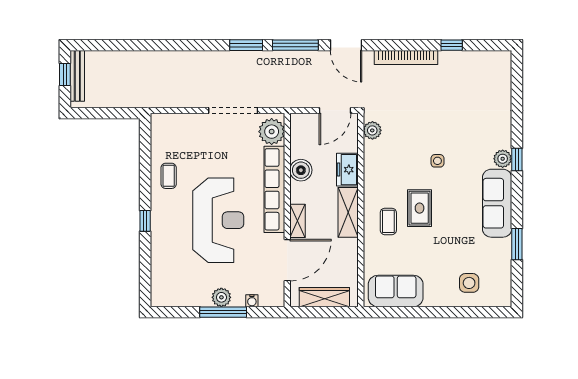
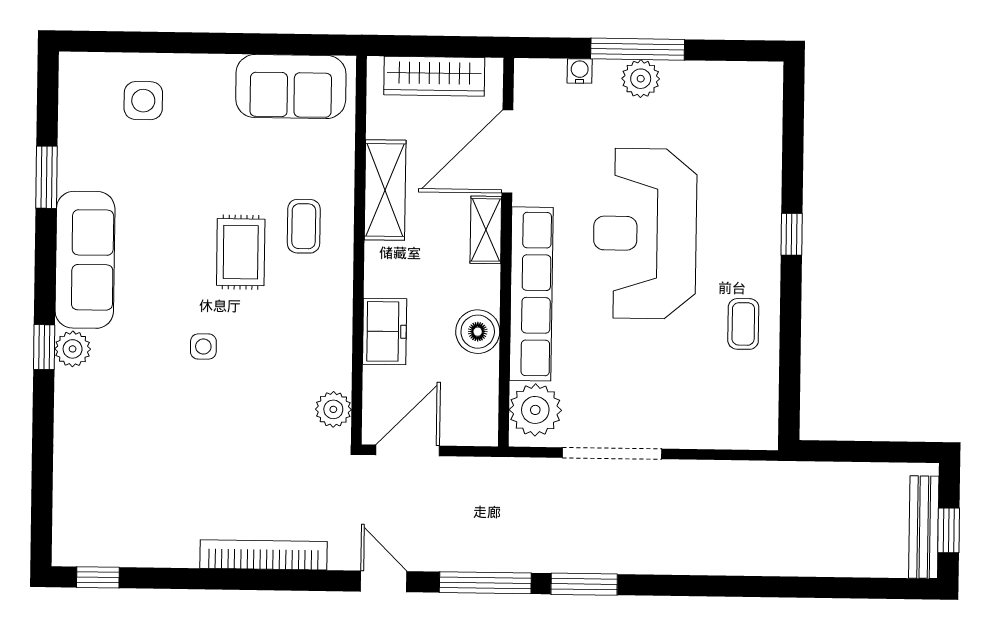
door: (346, 45) -> (384, 581), width x0.73
window: (452, 45) -> (98, 577), moved
shelving: (348, 212) -> (385, 190), moved

